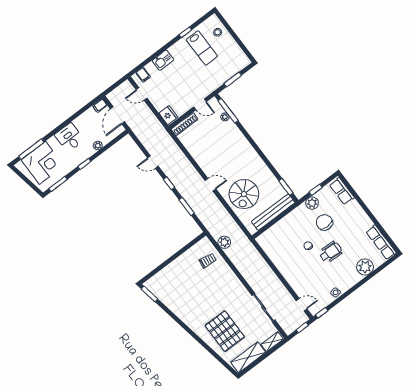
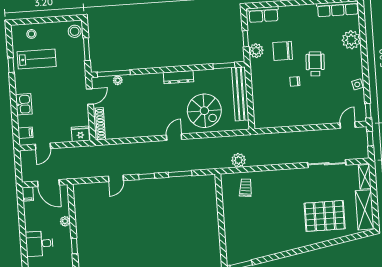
stool: (240, 62) -> (75, 31), added
dresser: (256, 159) -> (178, 77), added

